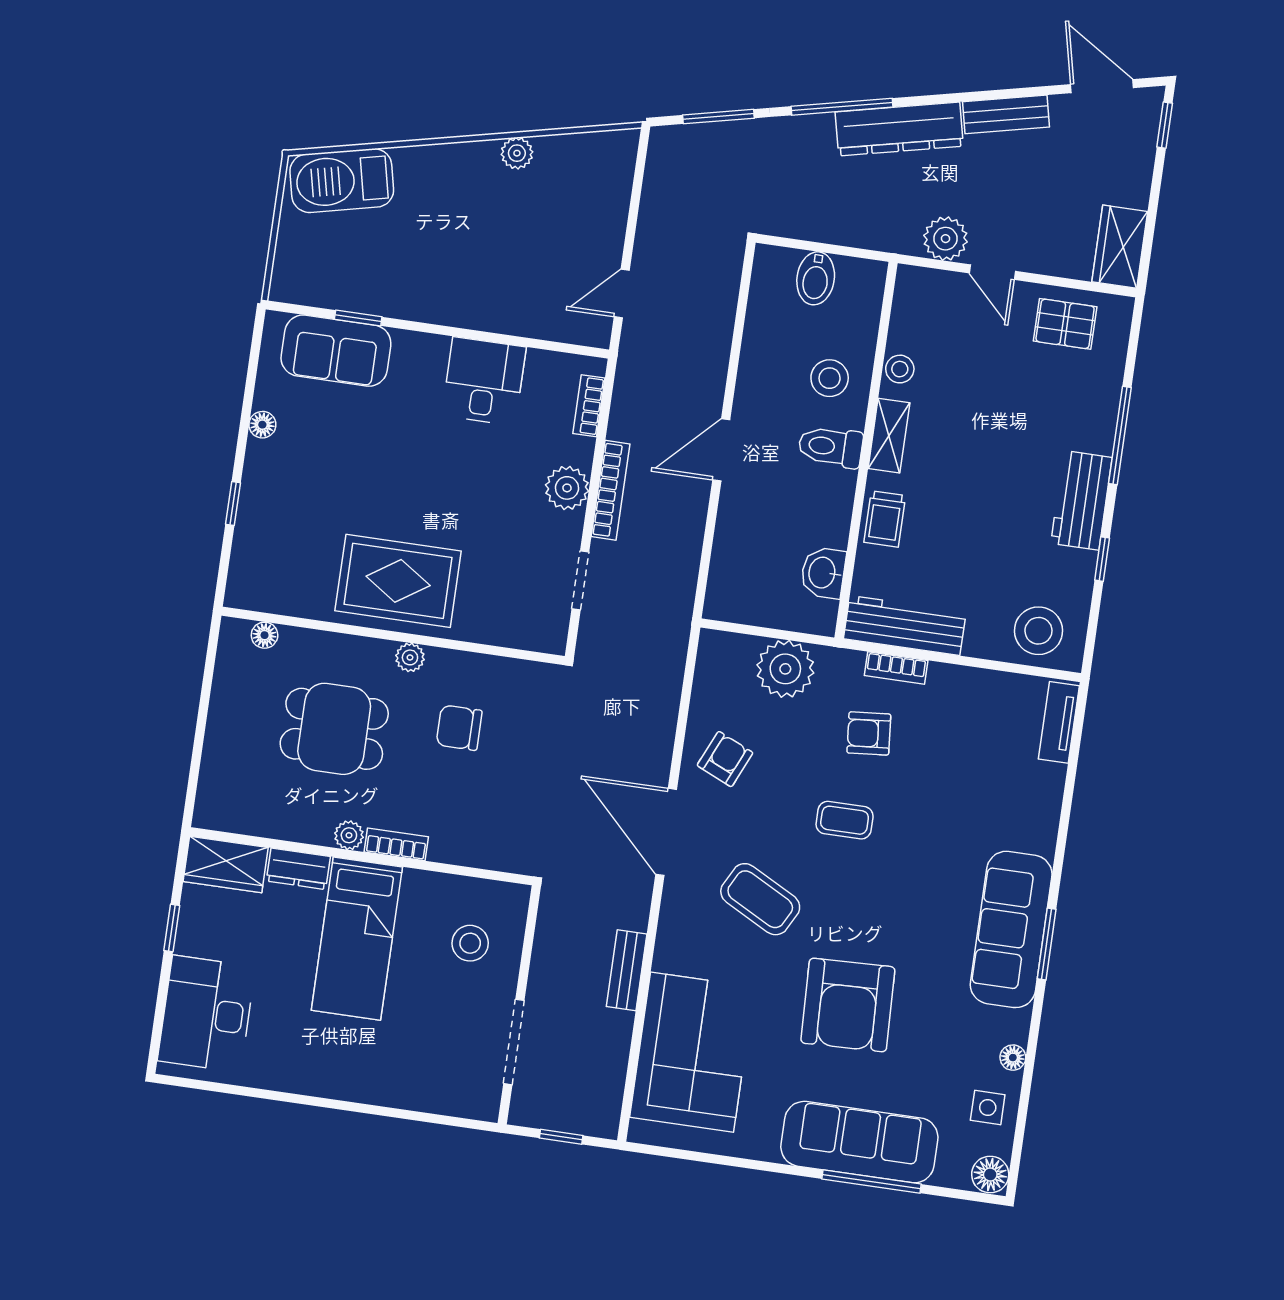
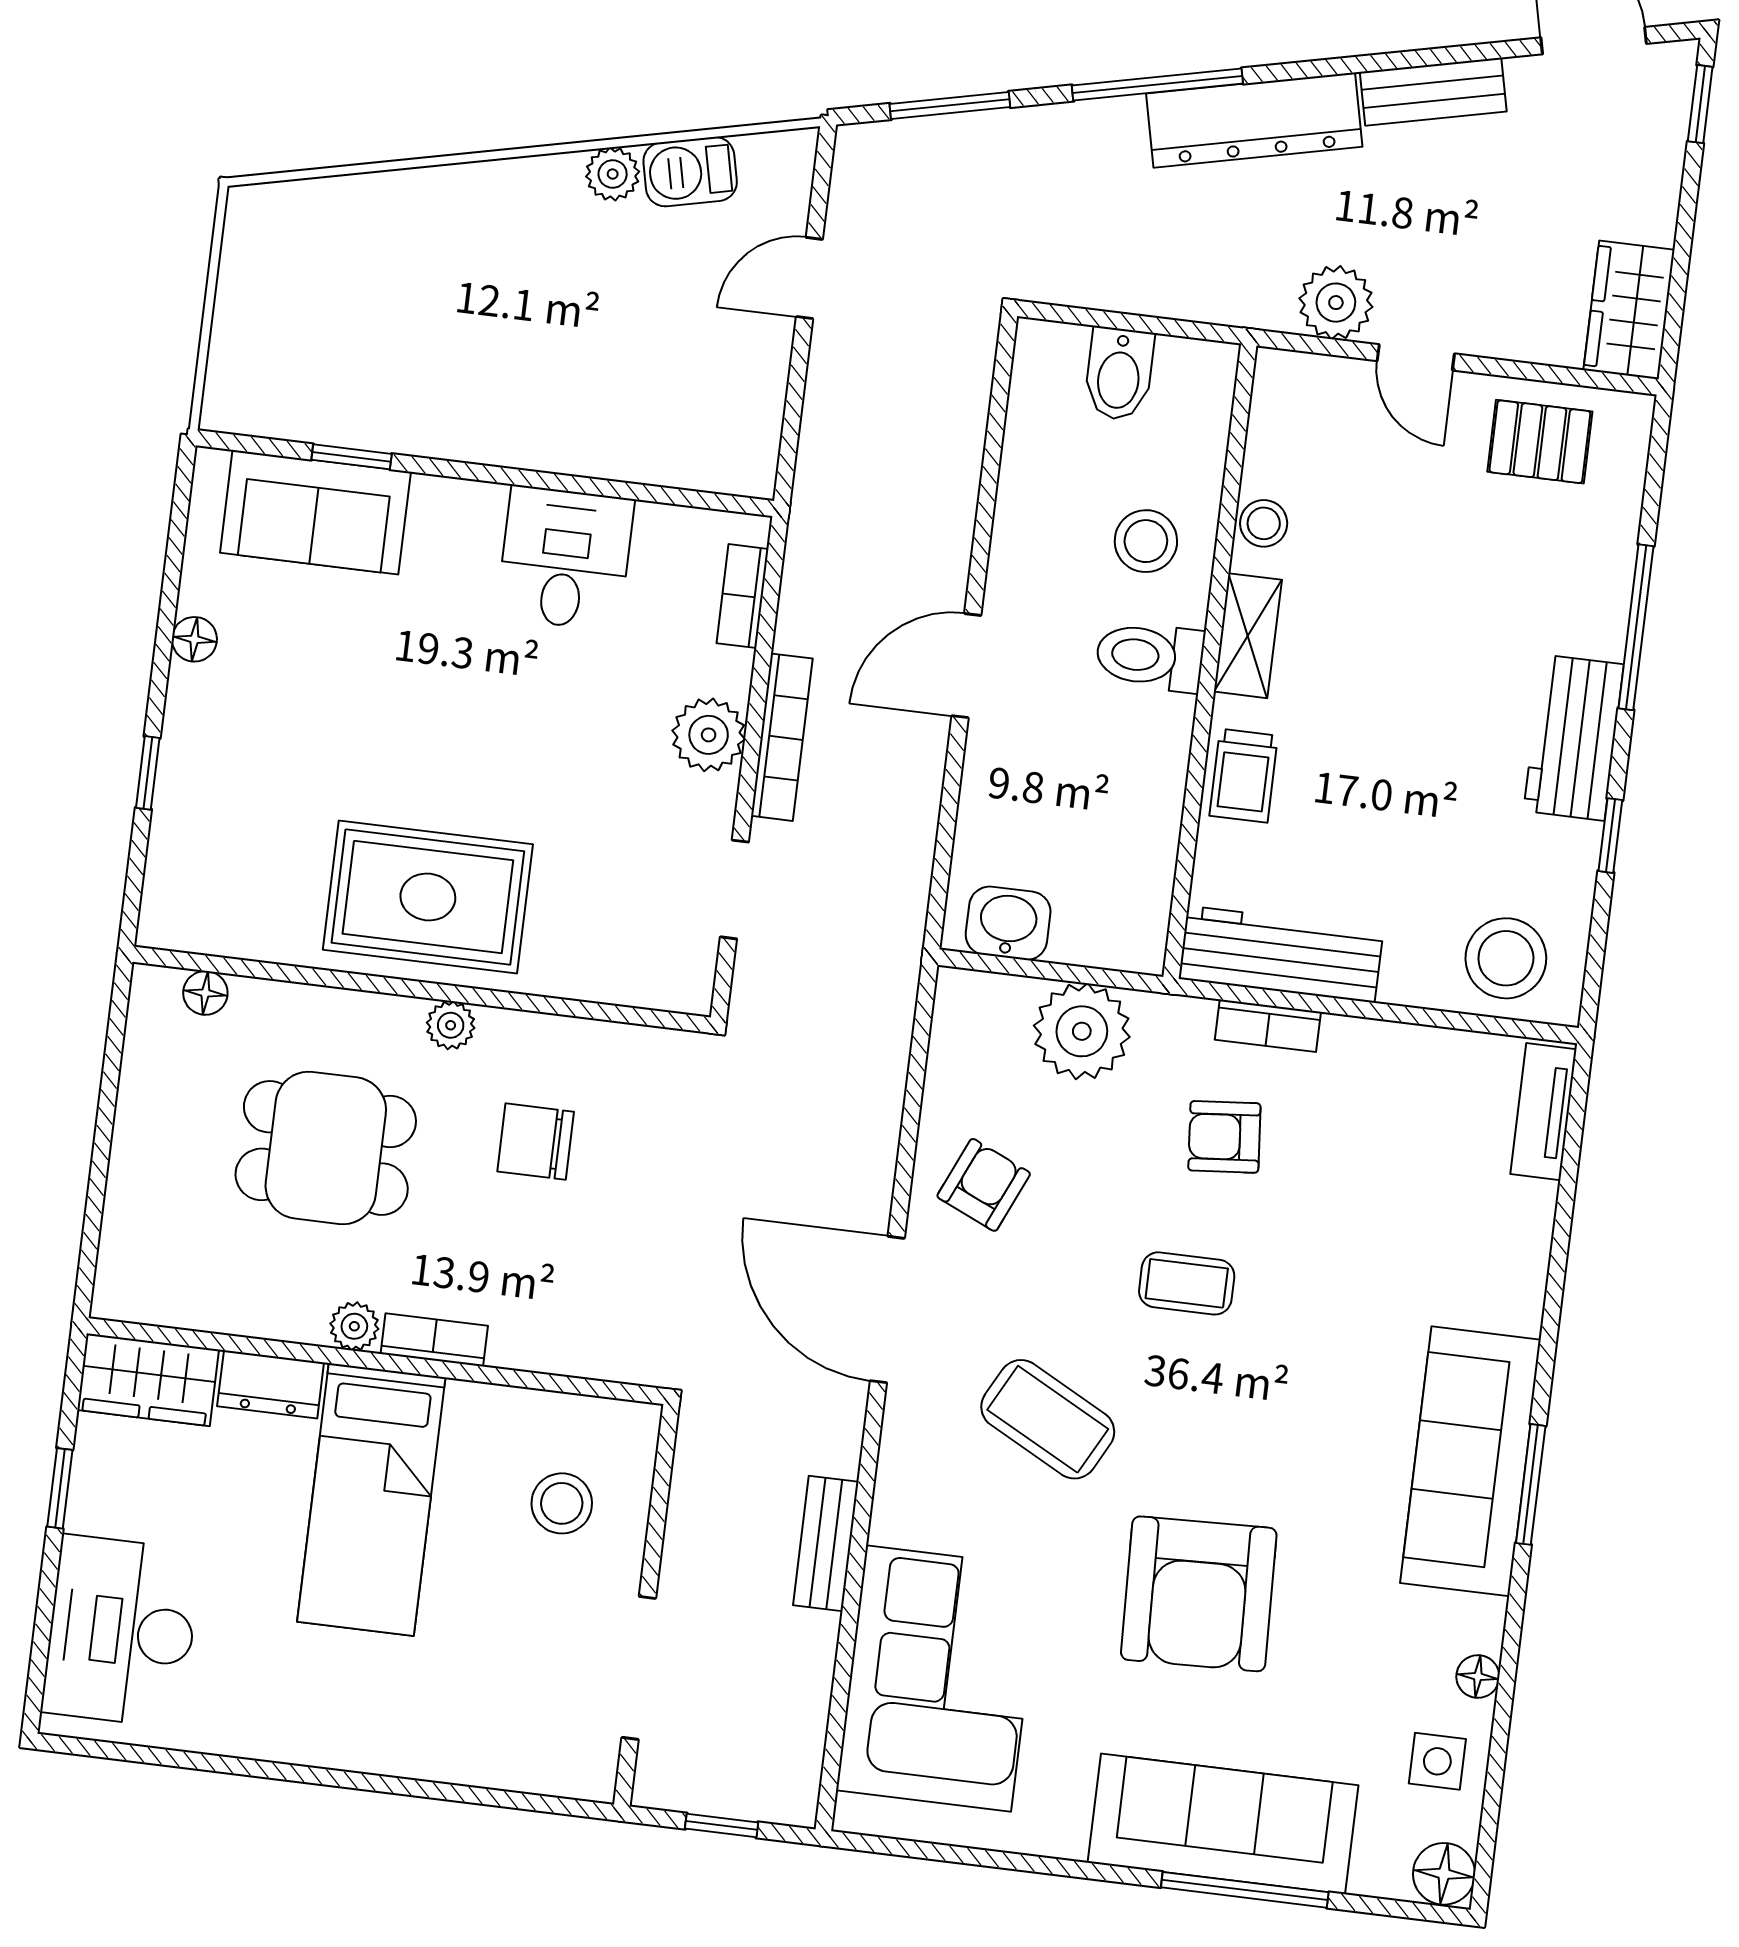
barbecue: (342, 181) -> (690, 172), moved, width x0.53, depth x0.65
door: (622, 294) -> (809, 278), moved
washbasin: (823, 573) -> (1008, 923), moved, turned 90

